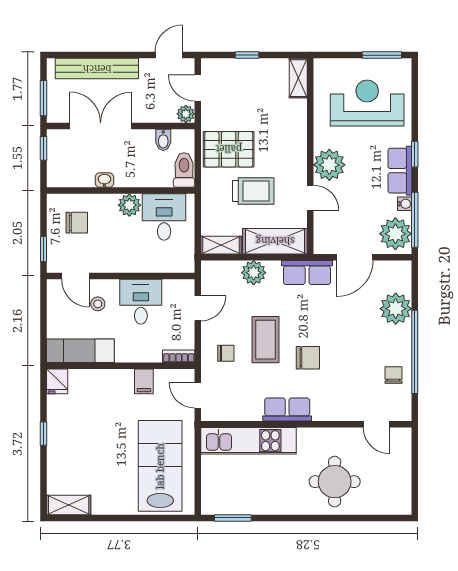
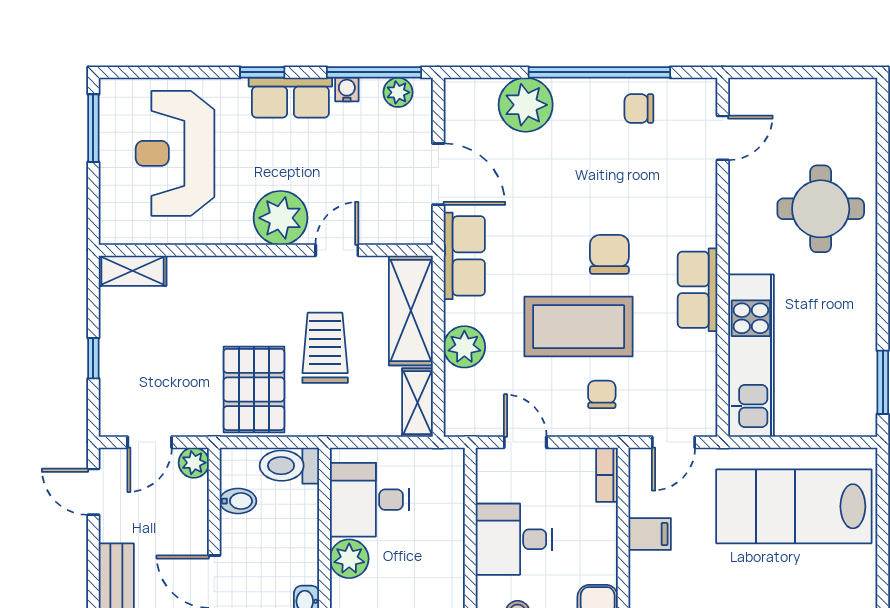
plant: (395, 234) -> (398, 92), width x0.53, depth x0.53
coffee table: (266, 340) -> (579, 327), width x1.36, depth x1.32

